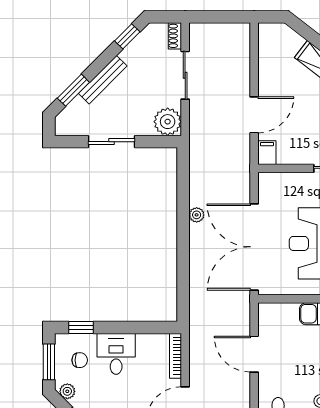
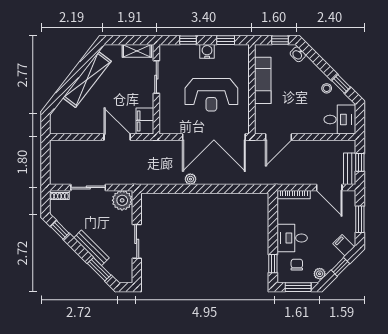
filing cabinet: (267, 153) -> (145, 121), width x2.00
door: (254, 354) -> (278, 137), moved

